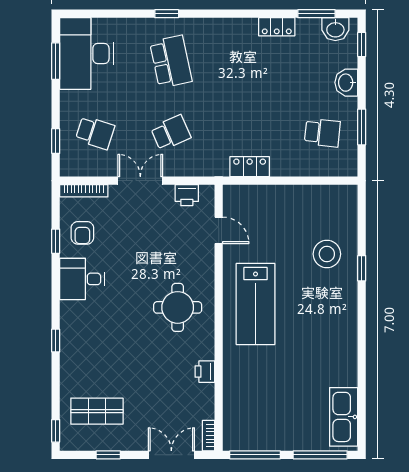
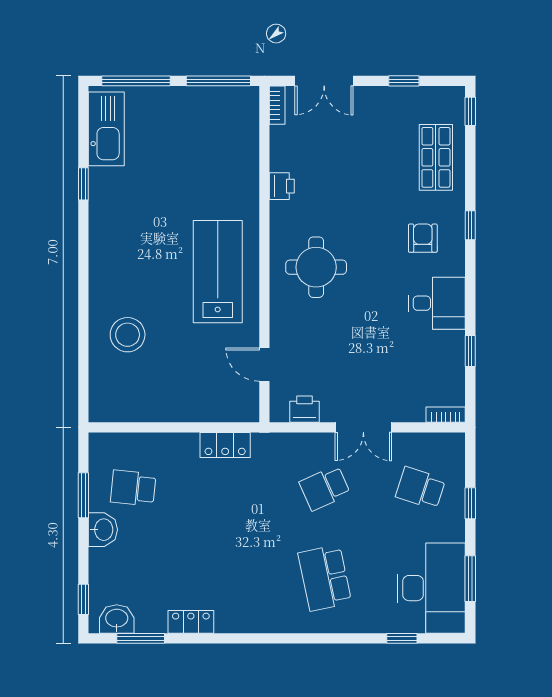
window: (167, 14) -> (402, 638), moved
washbasin: (346, 83) -> (103, 530), moved
window: (56, 141) -> (470, 503), moved
bookcase: (84, 191) -> (446, 415), width x0.64
armchair: (82, 233) -> (423, 238), moved
window: (362, 268) -> (83, 184), moved
shop shelf: (97, 411) -> (436, 157), moved, turned 90

